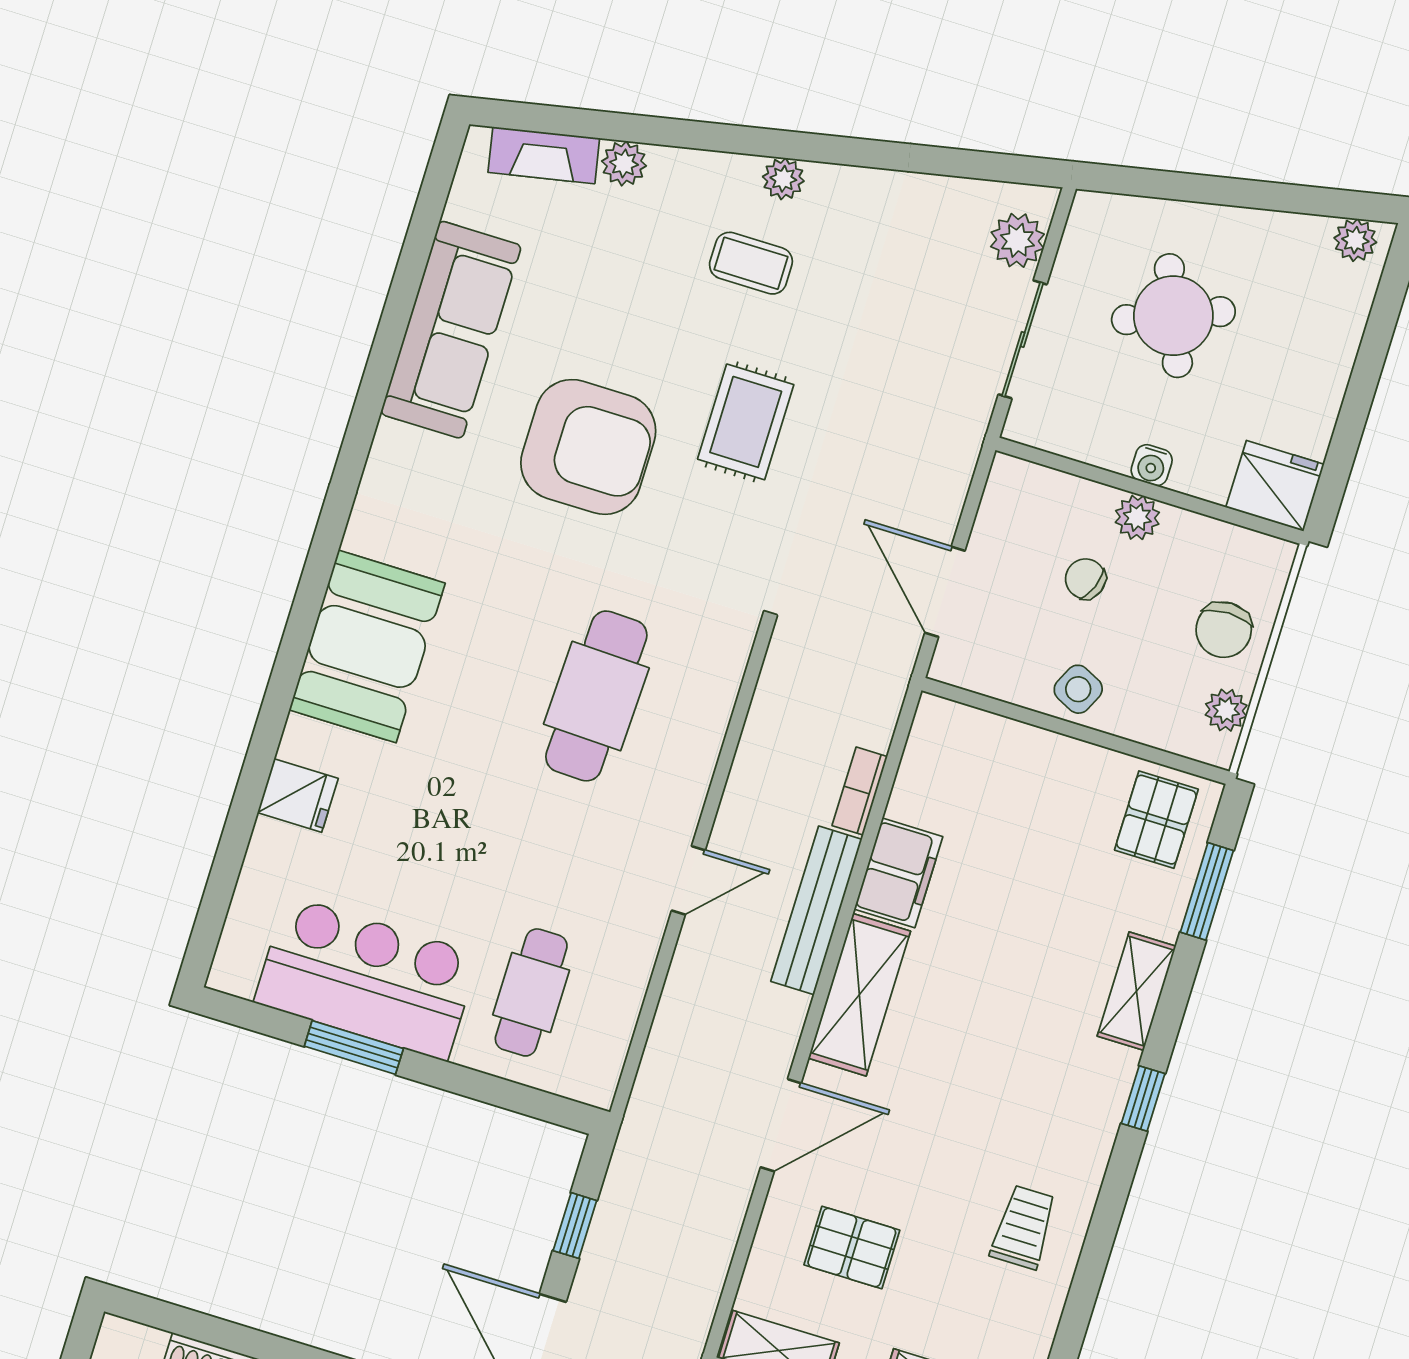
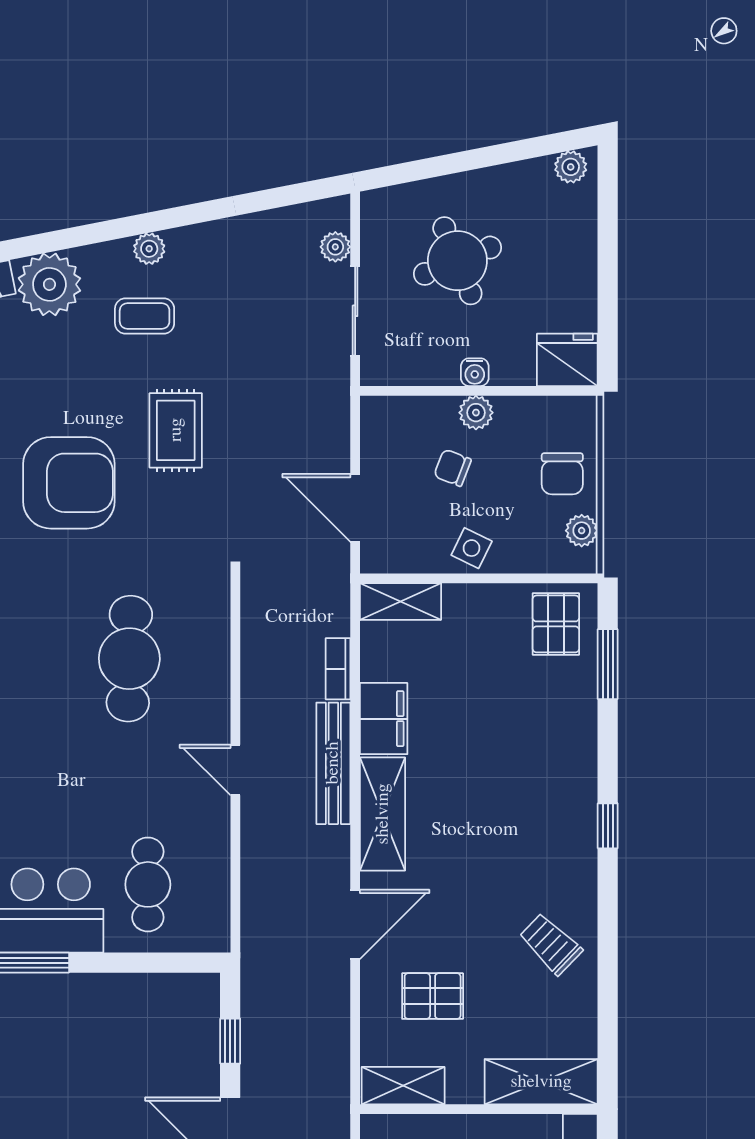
plant: (624, 163) -> (49, 284), width x1.88, depth x1.88
plant: (1017, 240) -> (335, 247), width x0.73, depth x0.73
door: (688, 880) -> (235, 770), swing flipped
shelving: (1137, 991) -> (401, 601), moved, turned 90
trolley: (1023, 1227) -> (551, 944), turned -46

